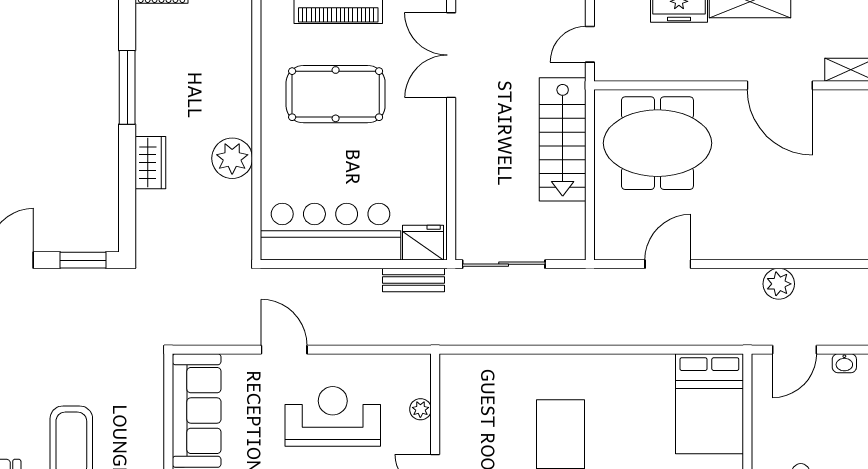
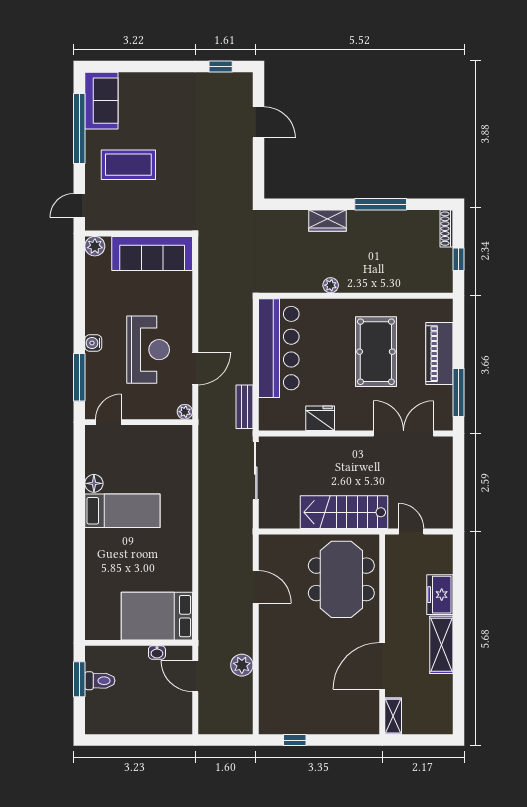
plant: (232, 158) -> (331, 285), width x0.53, depth x0.53
fridge: (423, 243) -> (320, 418), moved, turned -90
window: (83, 260) -> (259, 173), removed
door: (284, 350) -> (195, 368), moved
washbasin: (844, 363) -> (157, 653), moved, turned -90
plant: (420, 409) -> (185, 412), moved

